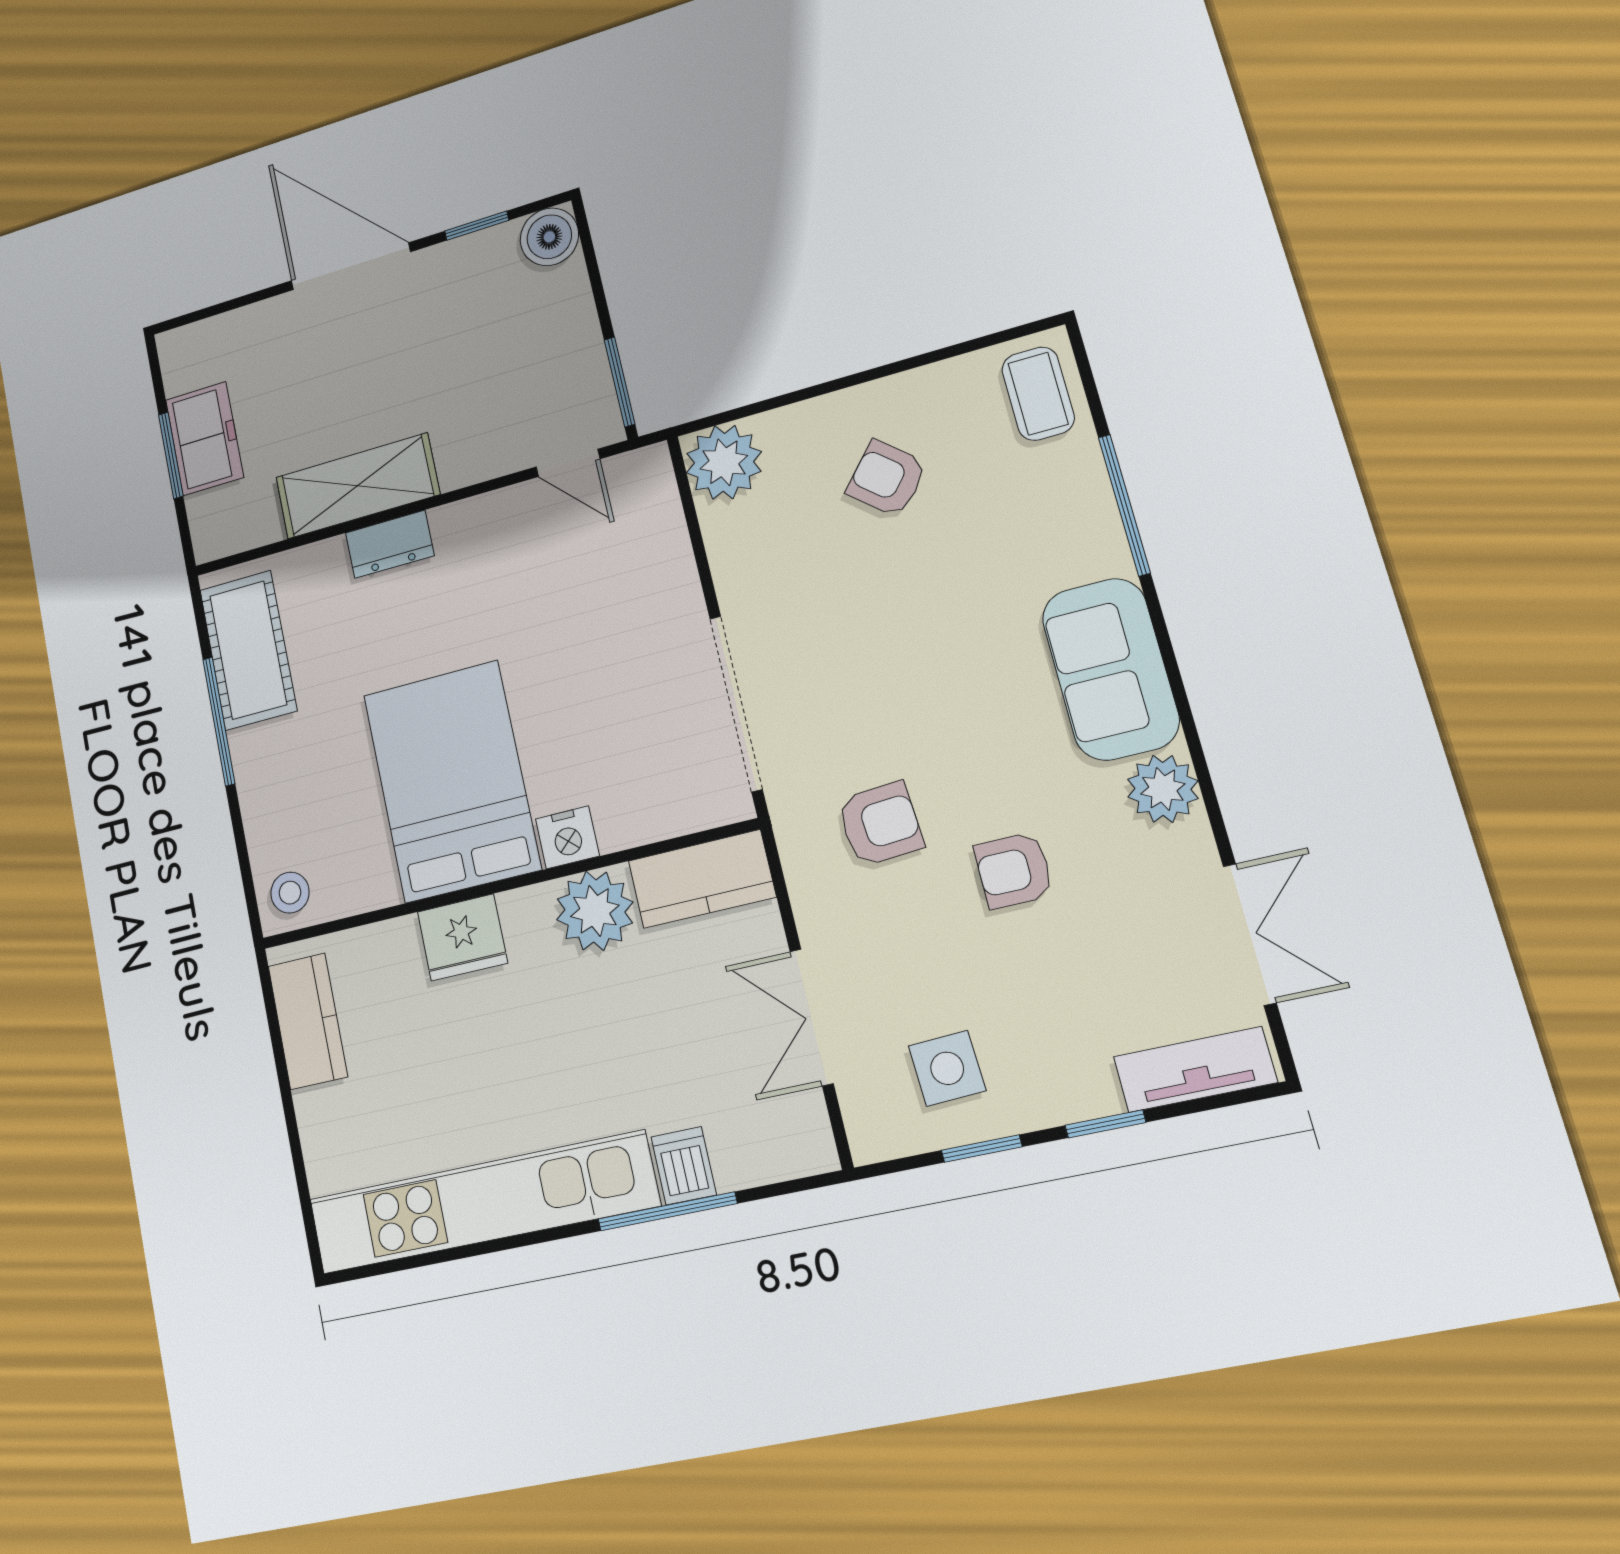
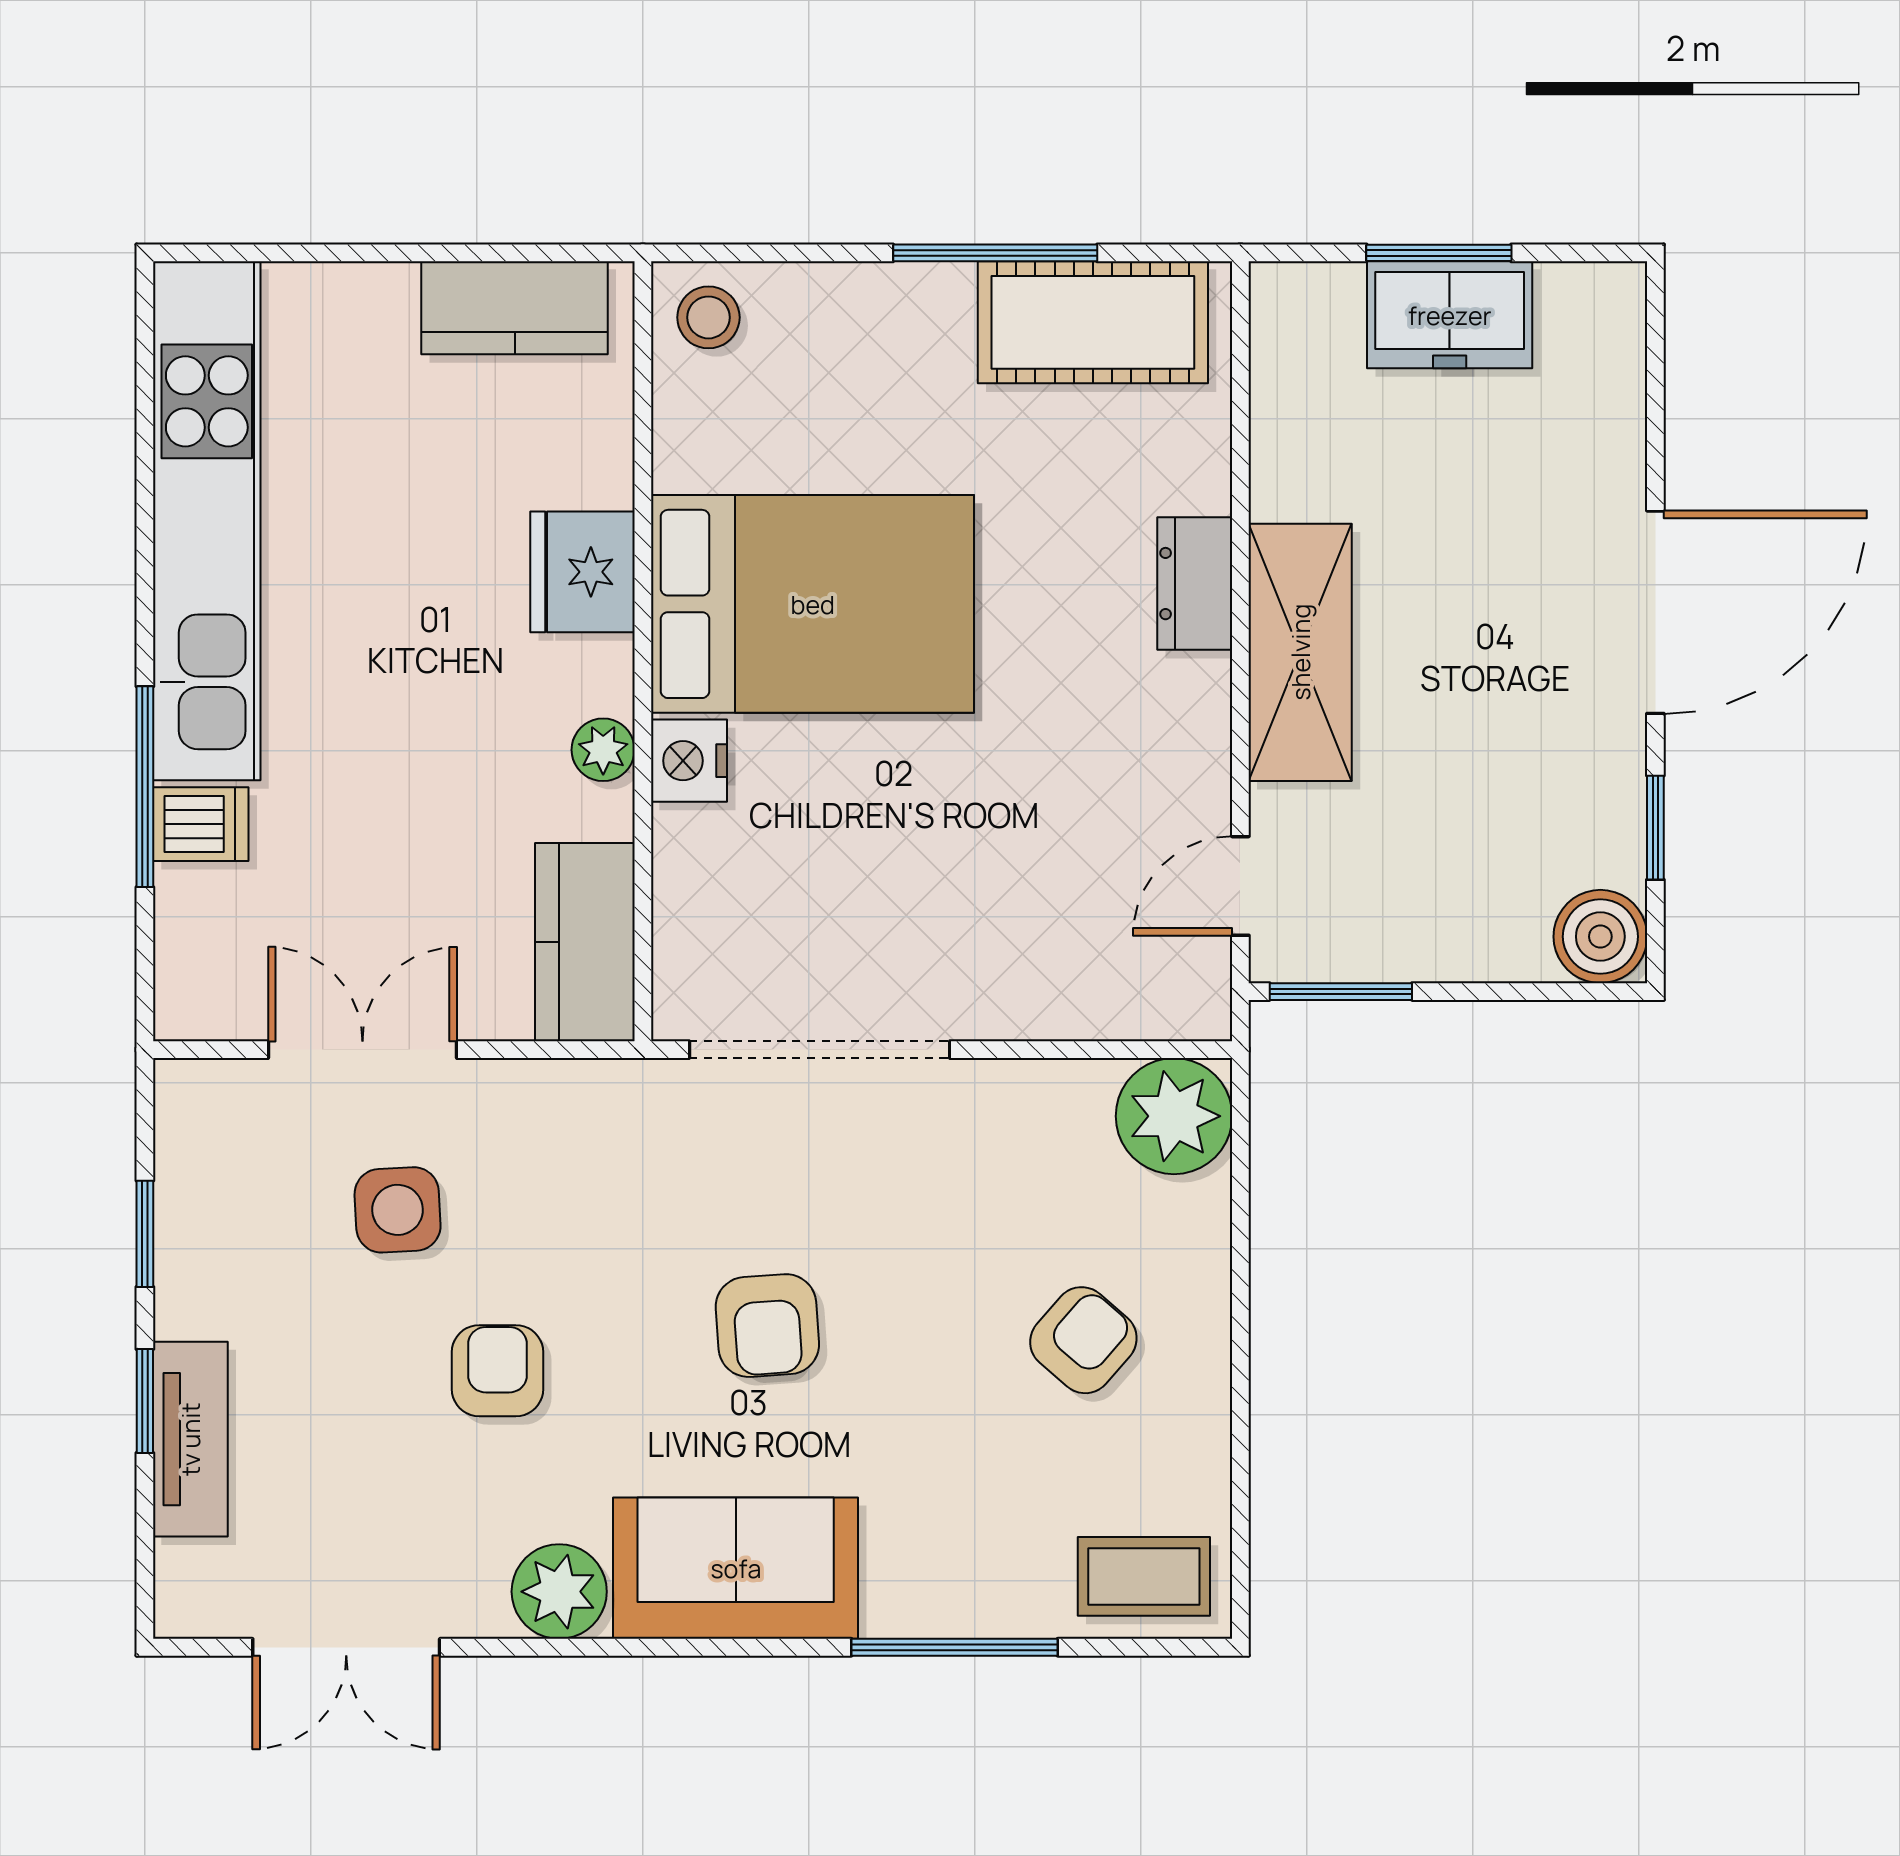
shelving: (357, 486) -> (1300, 652), moved
armchair: (880, 824) -> (767, 1326), moved
plant: (595, 911) -> (603, 750), width x0.53, depth x0.53
side table: (947, 1068) -> (398, 1210), moved
tv unit: (1195, 1070) -> (190, 1439), moved

